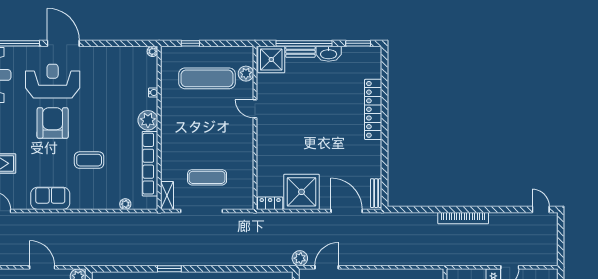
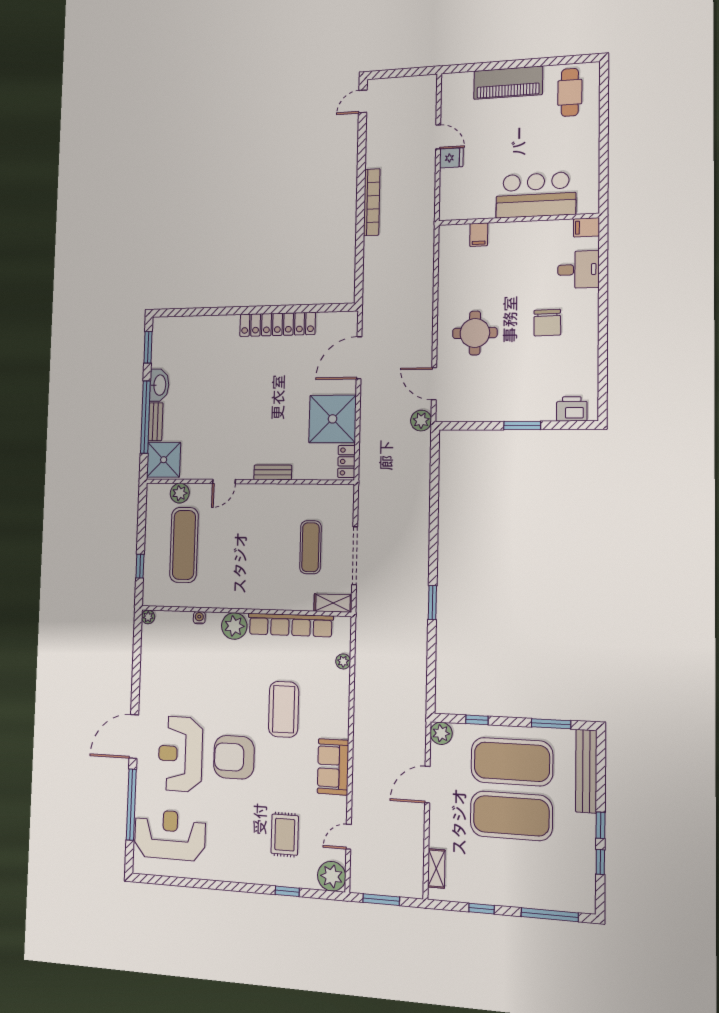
locker: (373, 109) -> (277, 324), moved
coffee table: (89, 160) -> (284, 709), width x1.36, depth x1.32
bench: (376, 193) -> (273, 472), moved

